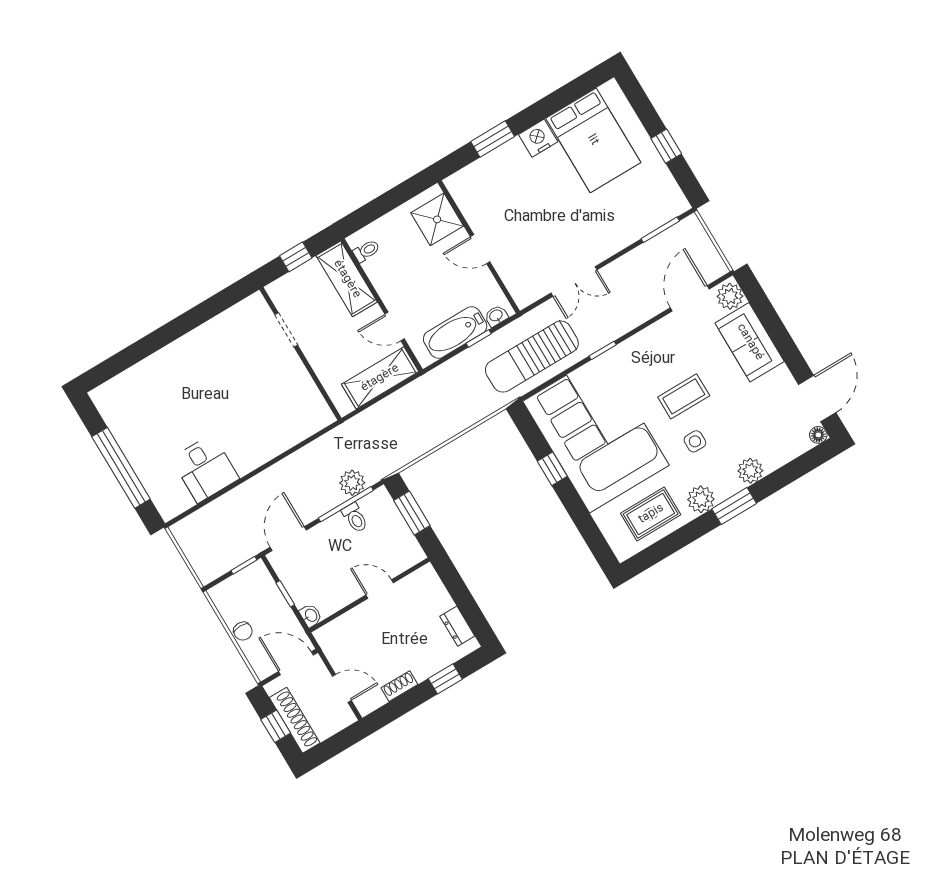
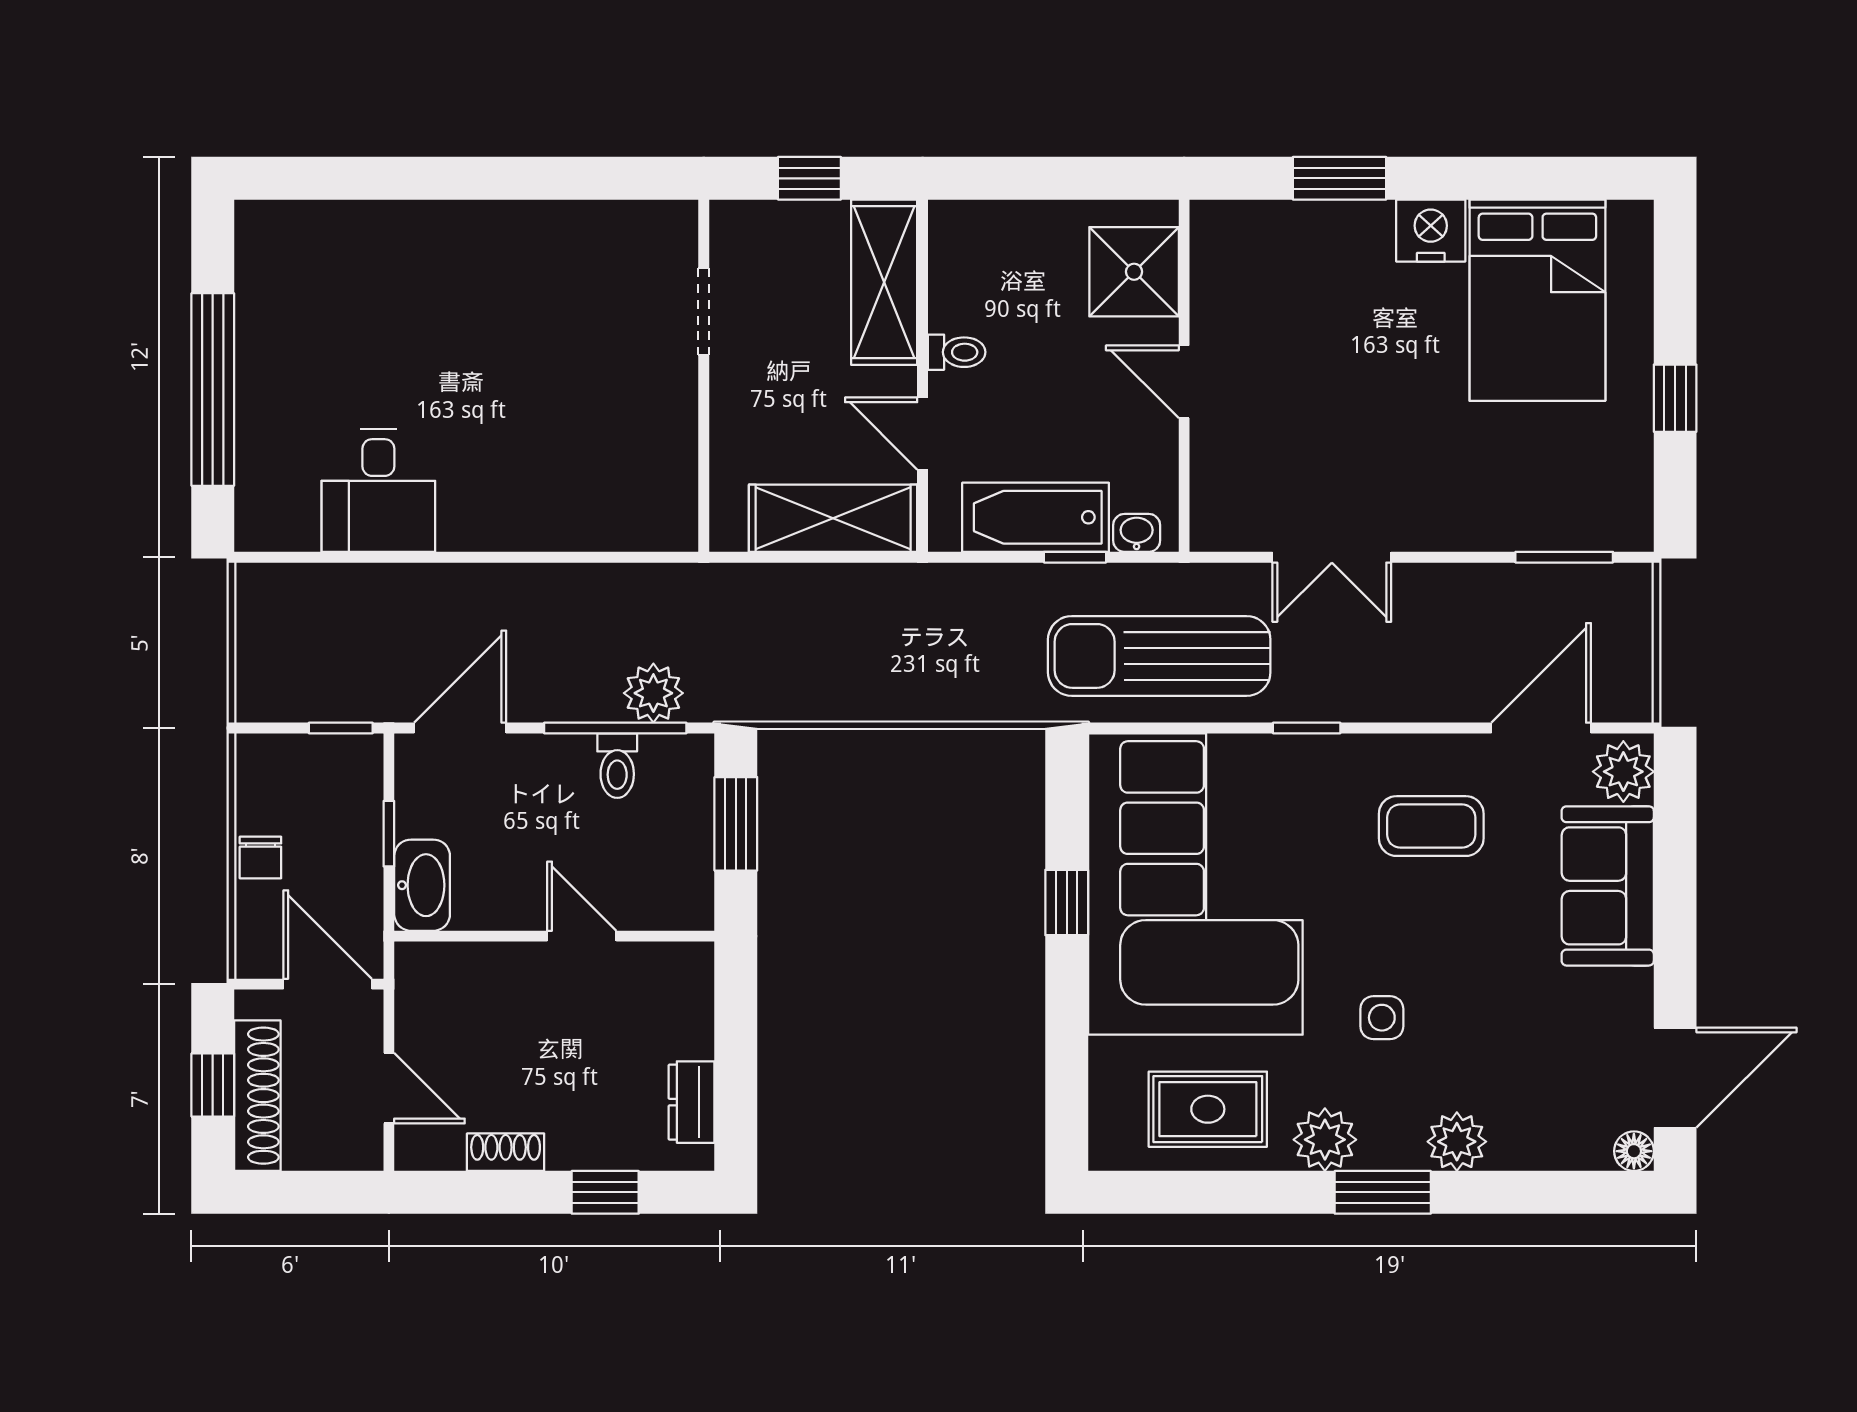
toilet: (366, 251) -> (957, 352), moved
coffee table: (684, 396) -> (1431, 826), moved
washbasin: (311, 616) -> (422, 885), width x1.91, depth x1.45

